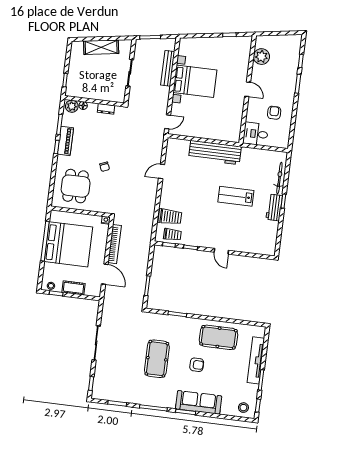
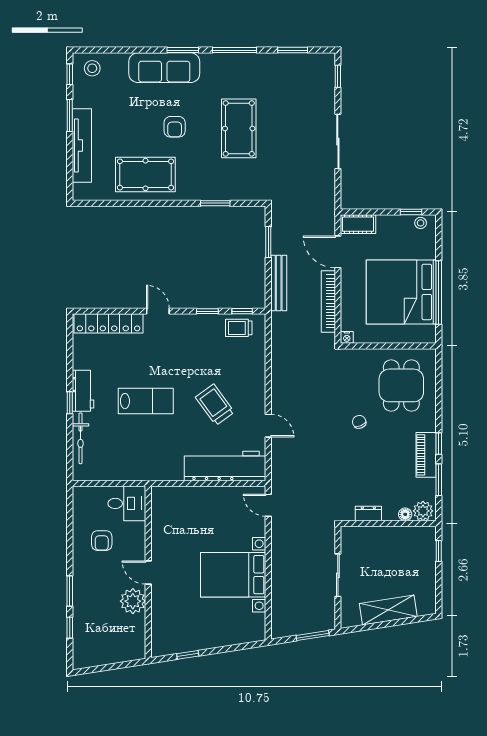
plant: (261, 57) -> (133, 601), moved
bench: (168, 68) -> (279, 283), moved
door: (168, 122) -> (268, 505), hinge flipped
workbench: (215, 152) -> (225, 466), moved
door: (162, 171) -> (268, 426), hinge flipped
trolley: (170, 217) -> (215, 405), moved, turned 54
locker: (253, 247) -> (109, 323), added
cot: (73, 288) -> (358, 224), moved
armchair: (197, 365) -> (175, 127), turned -90

